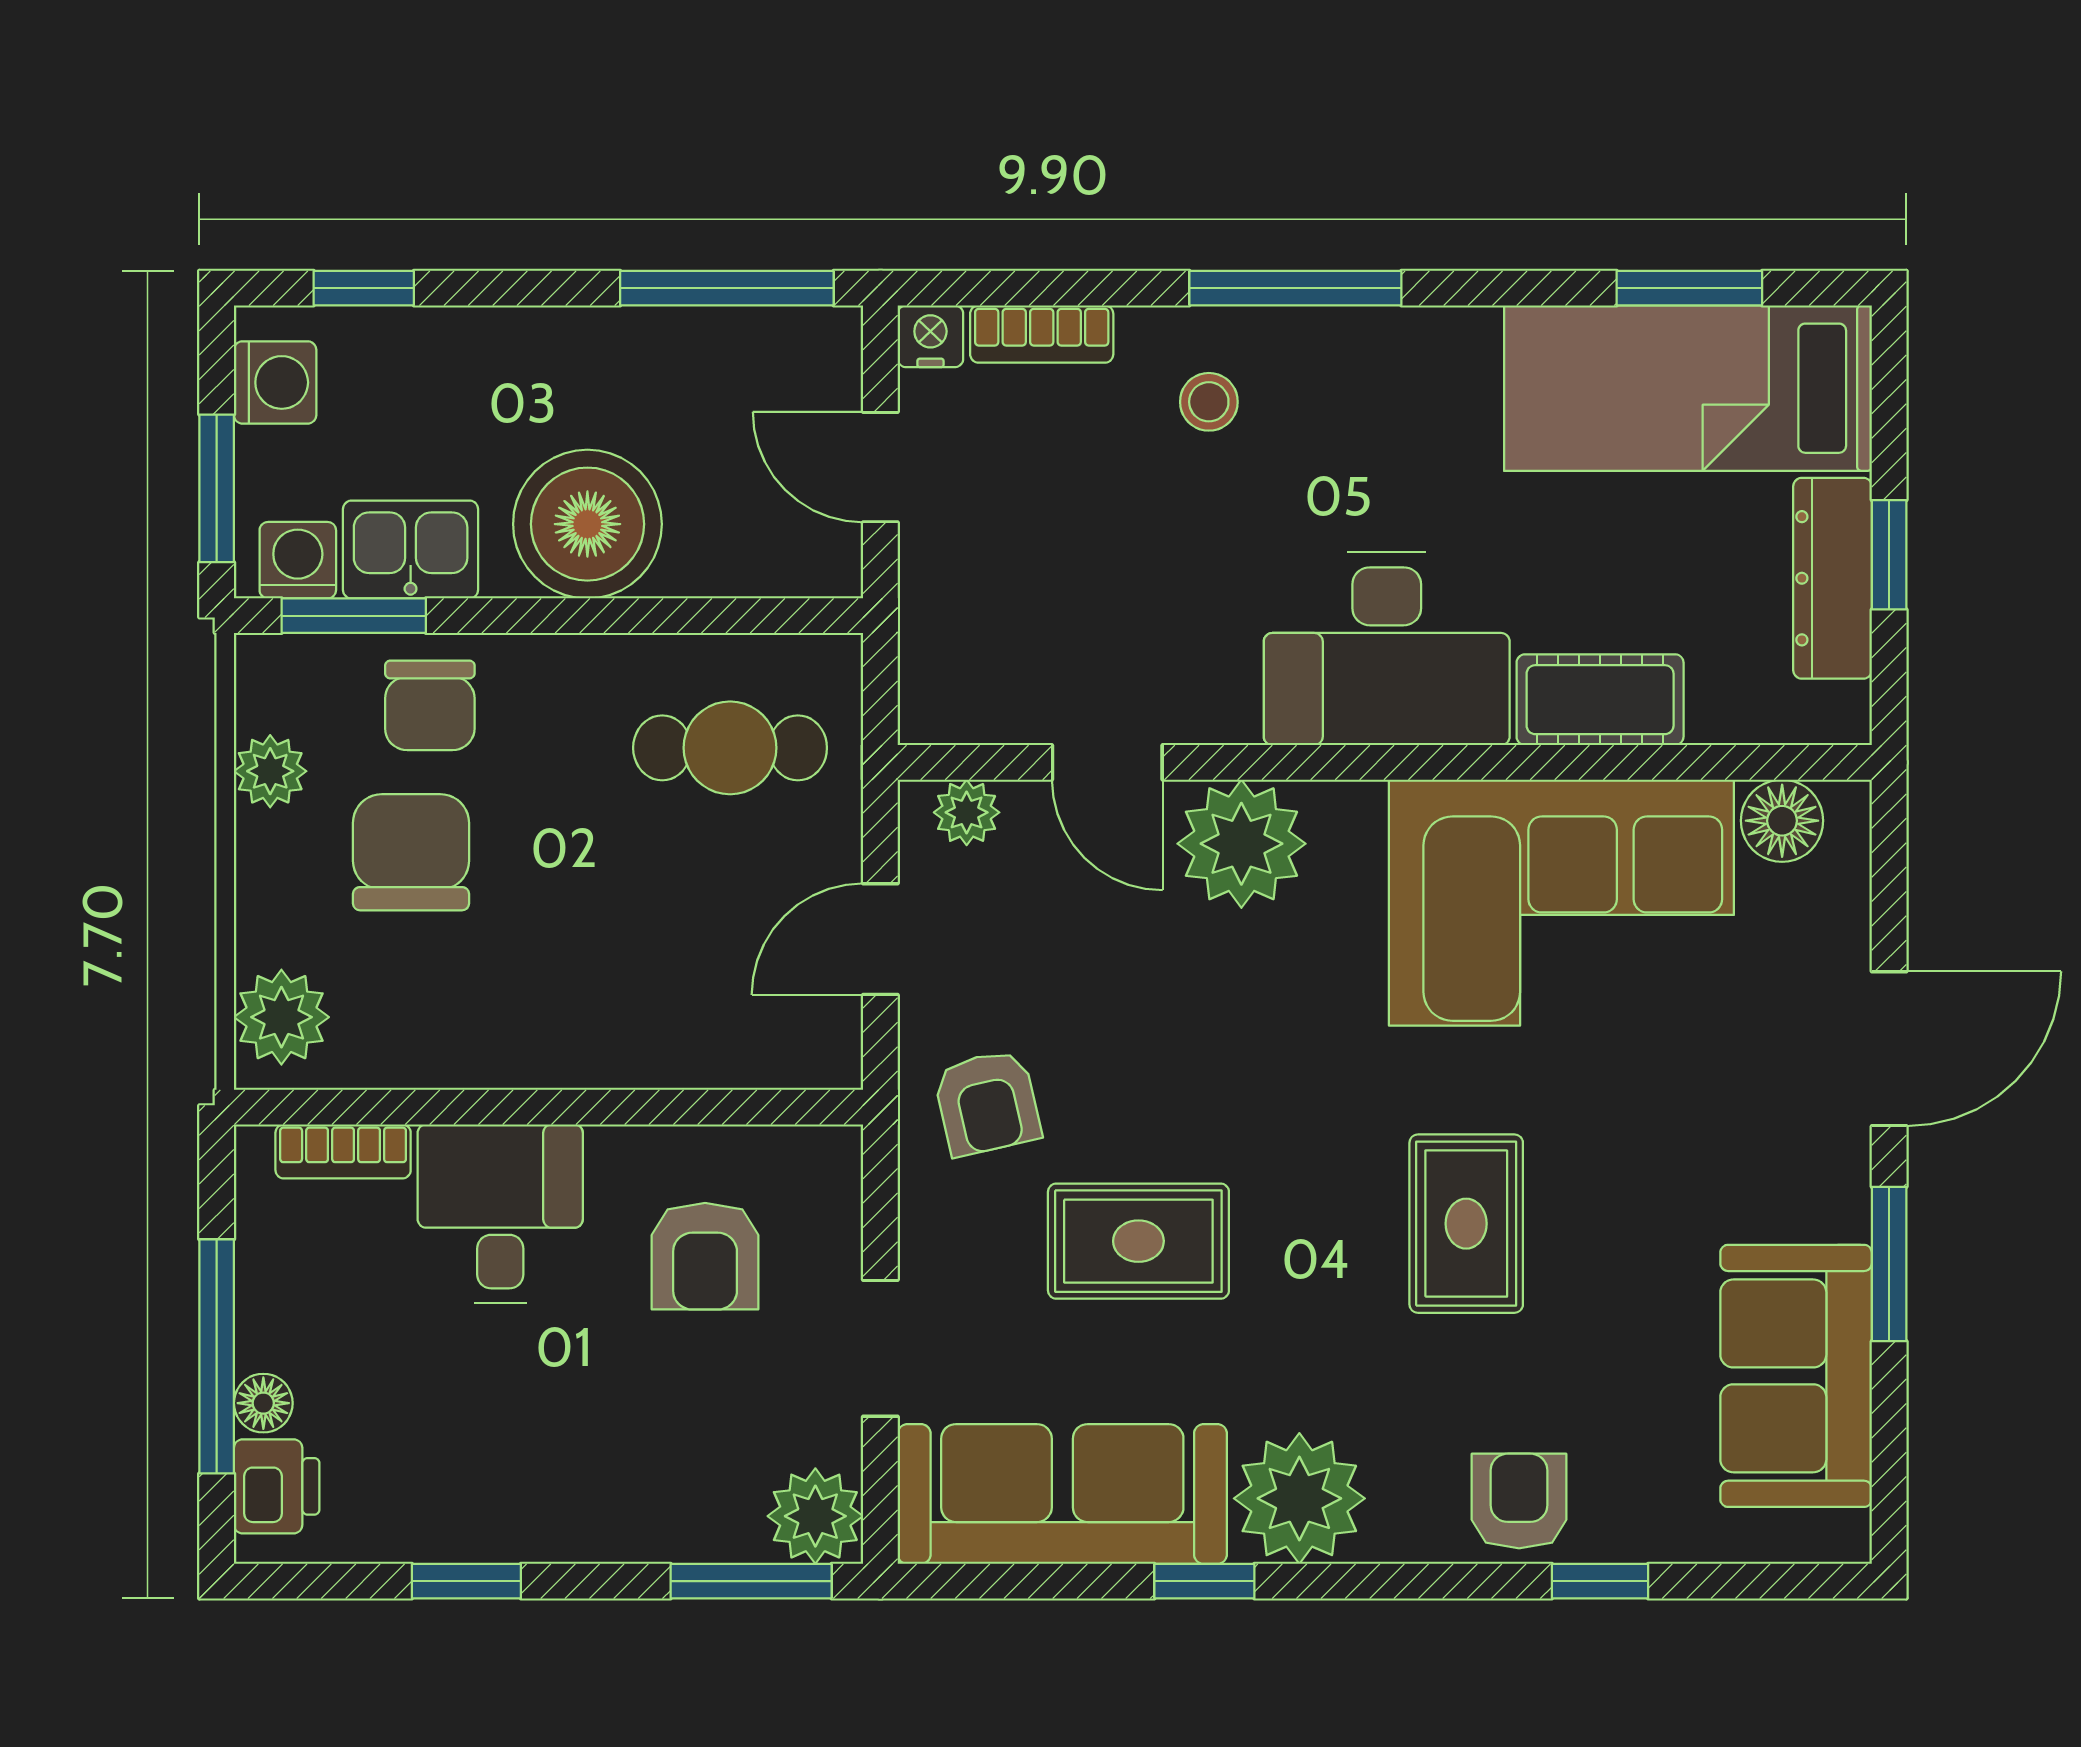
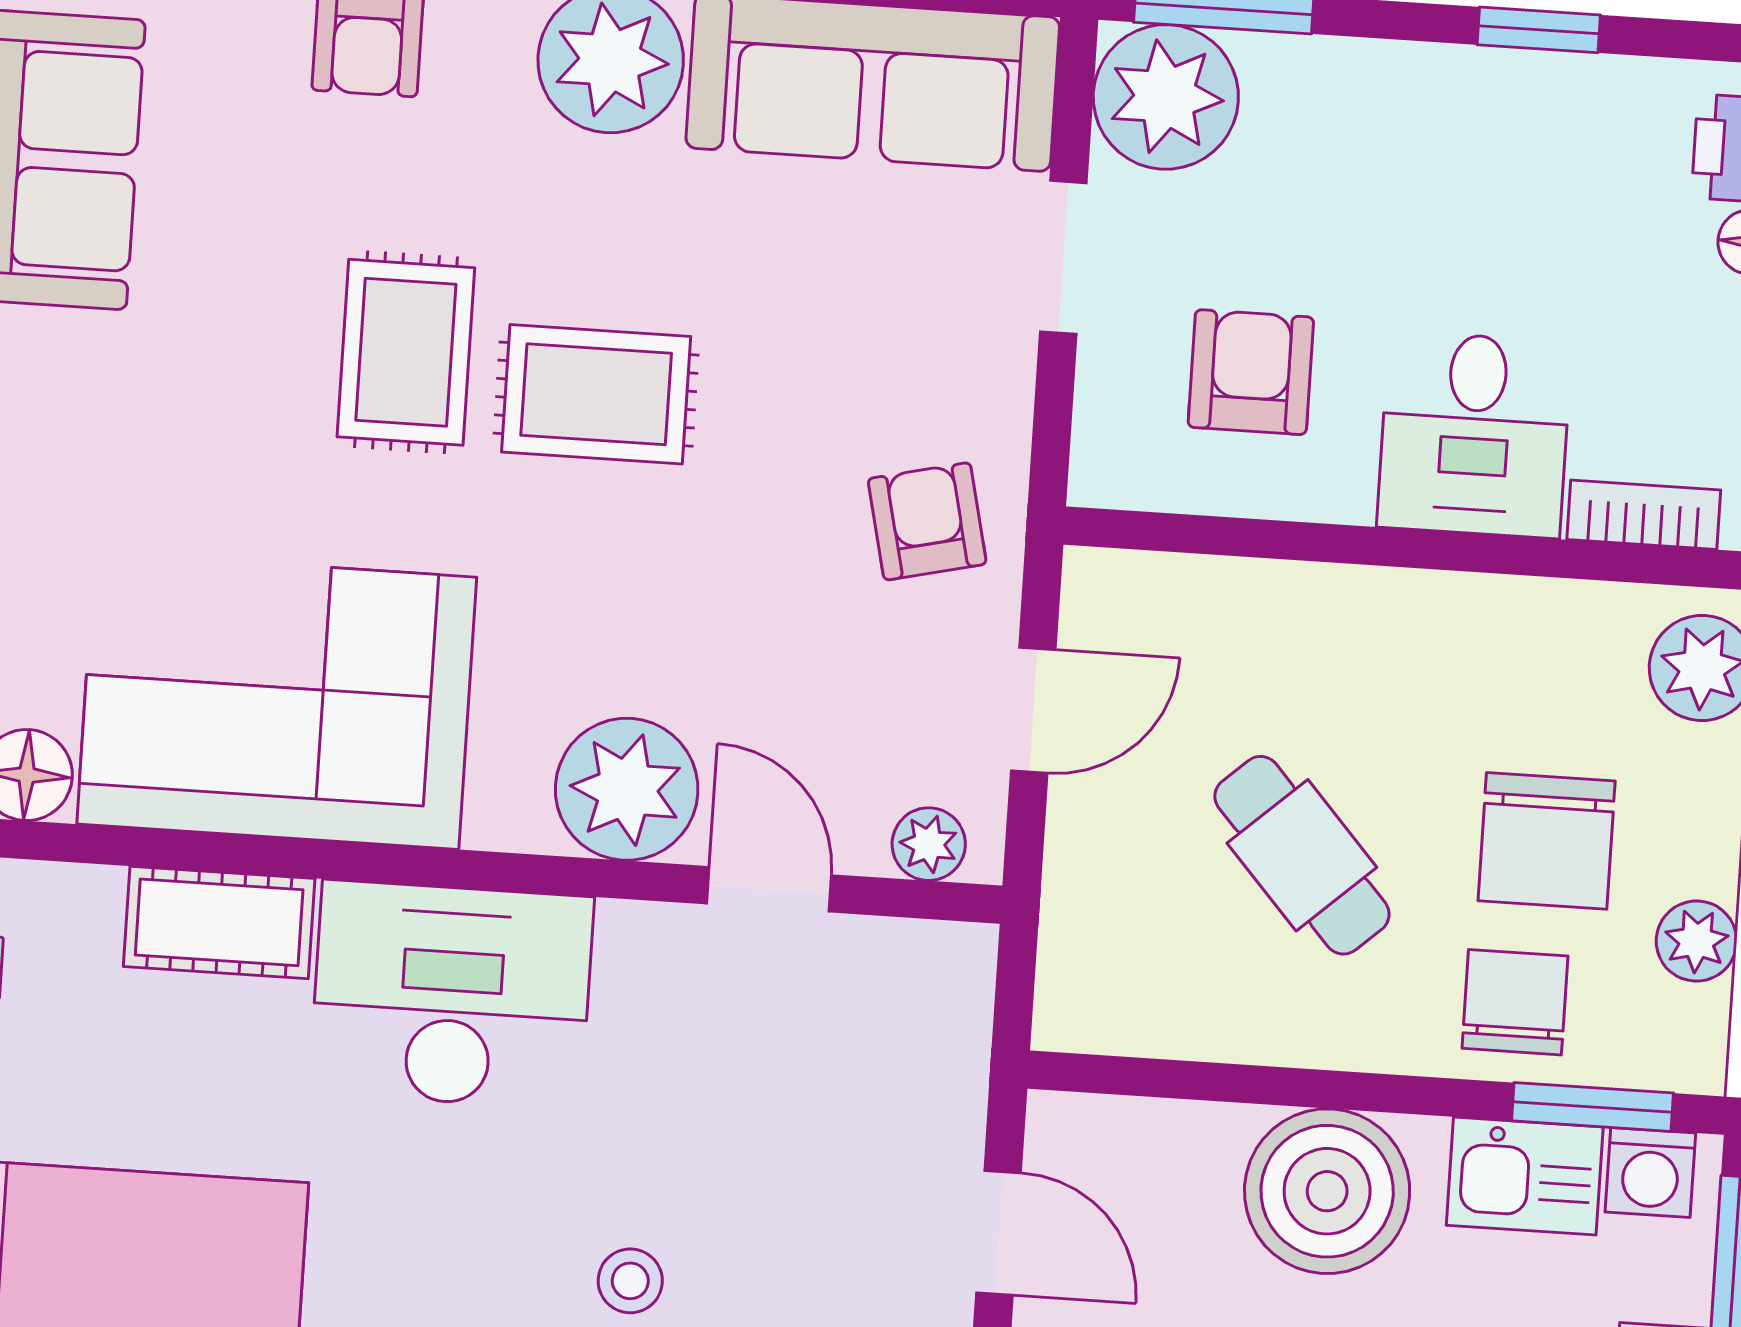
cafe table: (730, 748) -> (1302, 855), moved, turned 48
rug: (1138, 1241) -> (596, 394), moved
plant: (815, 1516) -> (1166, 97), width x1.36, depth x1.36

